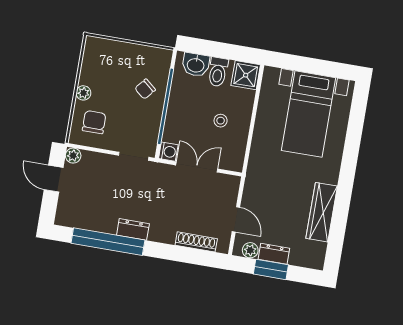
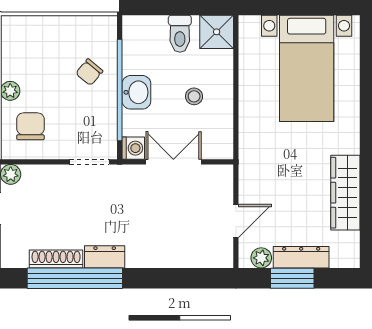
washbasin: (196, 65) -> (136, 92), moved, turned -90
door: (236, 219) -> (236, 221), hinge flipped
shoe rack: (196, 242) -> (56, 259), moved
dresser: (274, 254) -> (301, 257), width x1.44

